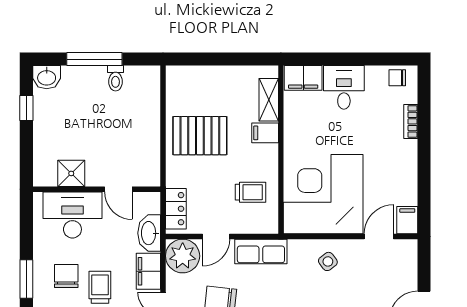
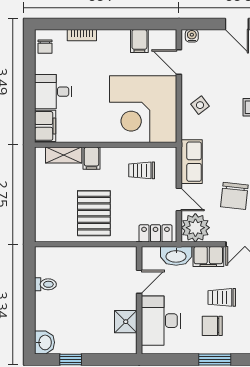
window: (94, 59) -> (29, 302), removed
trolley: (250, 192) -> (142, 170), turned -90
filing cabinet: (407, 220) -> (139, 41), moved, turned -90
water cooler: (410, 252) -> (192, 36), added

